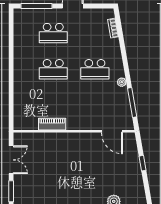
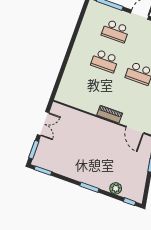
piano: (52, 124) -> (110, 114), moved

